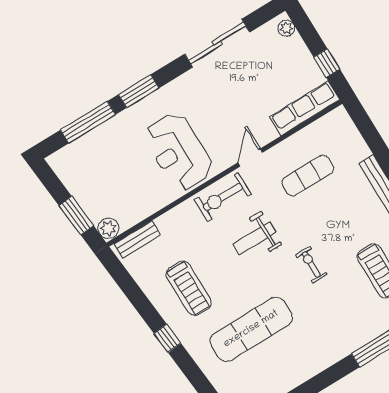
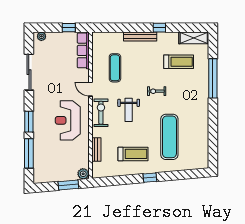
reception desk: (178, 152) -> (68, 120), turned 90
exercise bike: (223, 197) -> (101, 113), turned 180
bench: (137, 239) -> (96, 150), moved

